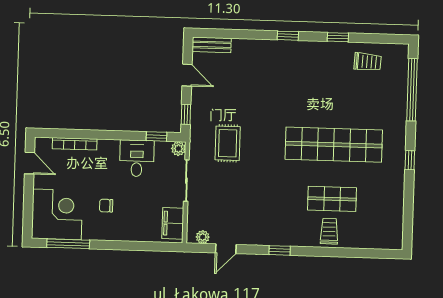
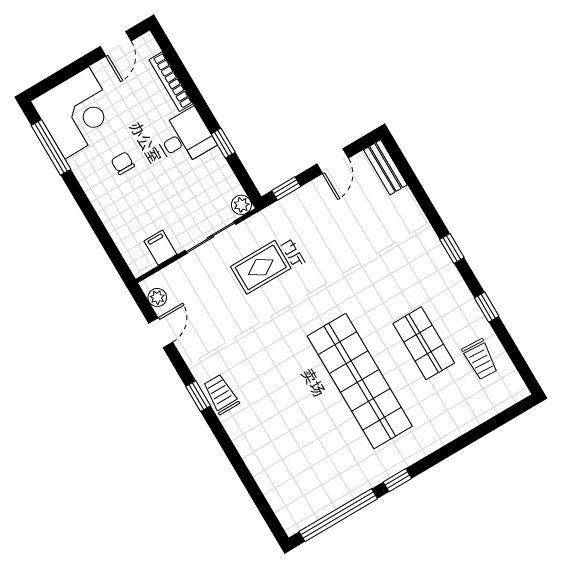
window: (412, 90) -> (338, 515), moved
window: (156, 136) -> (223, 143), moved
rug: (228, 143) -> (261, 267), moved
desk: (137, 158) -> (184, 138), moved
shop shelf: (332, 199) -> (424, 343), moved
filing cabinet: (173, 223) -> (160, 248), width x0.50
trolley: (329, 231) -> (221, 394), moved, turned -90
door: (226, 249) -> (161, 333), swing flipped

